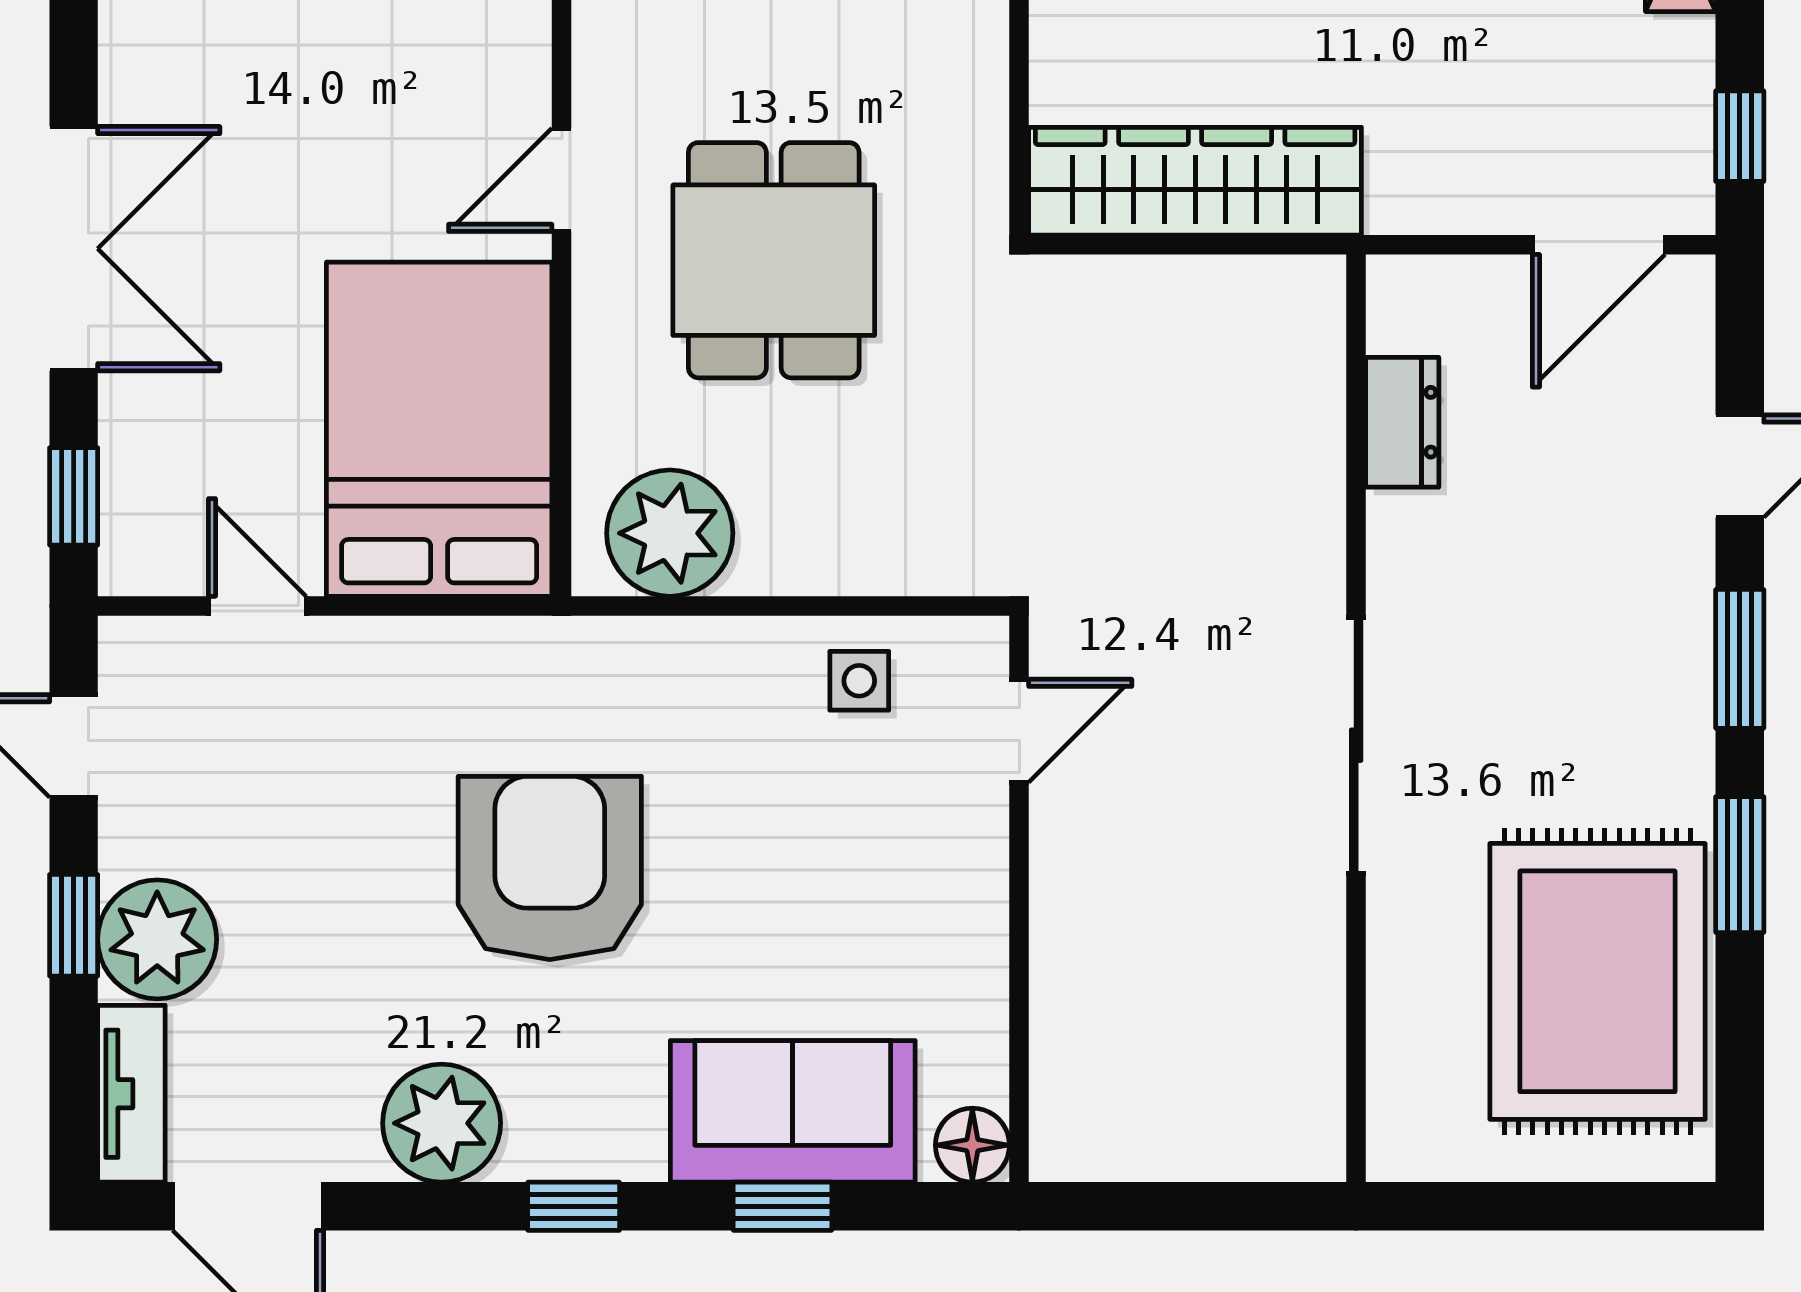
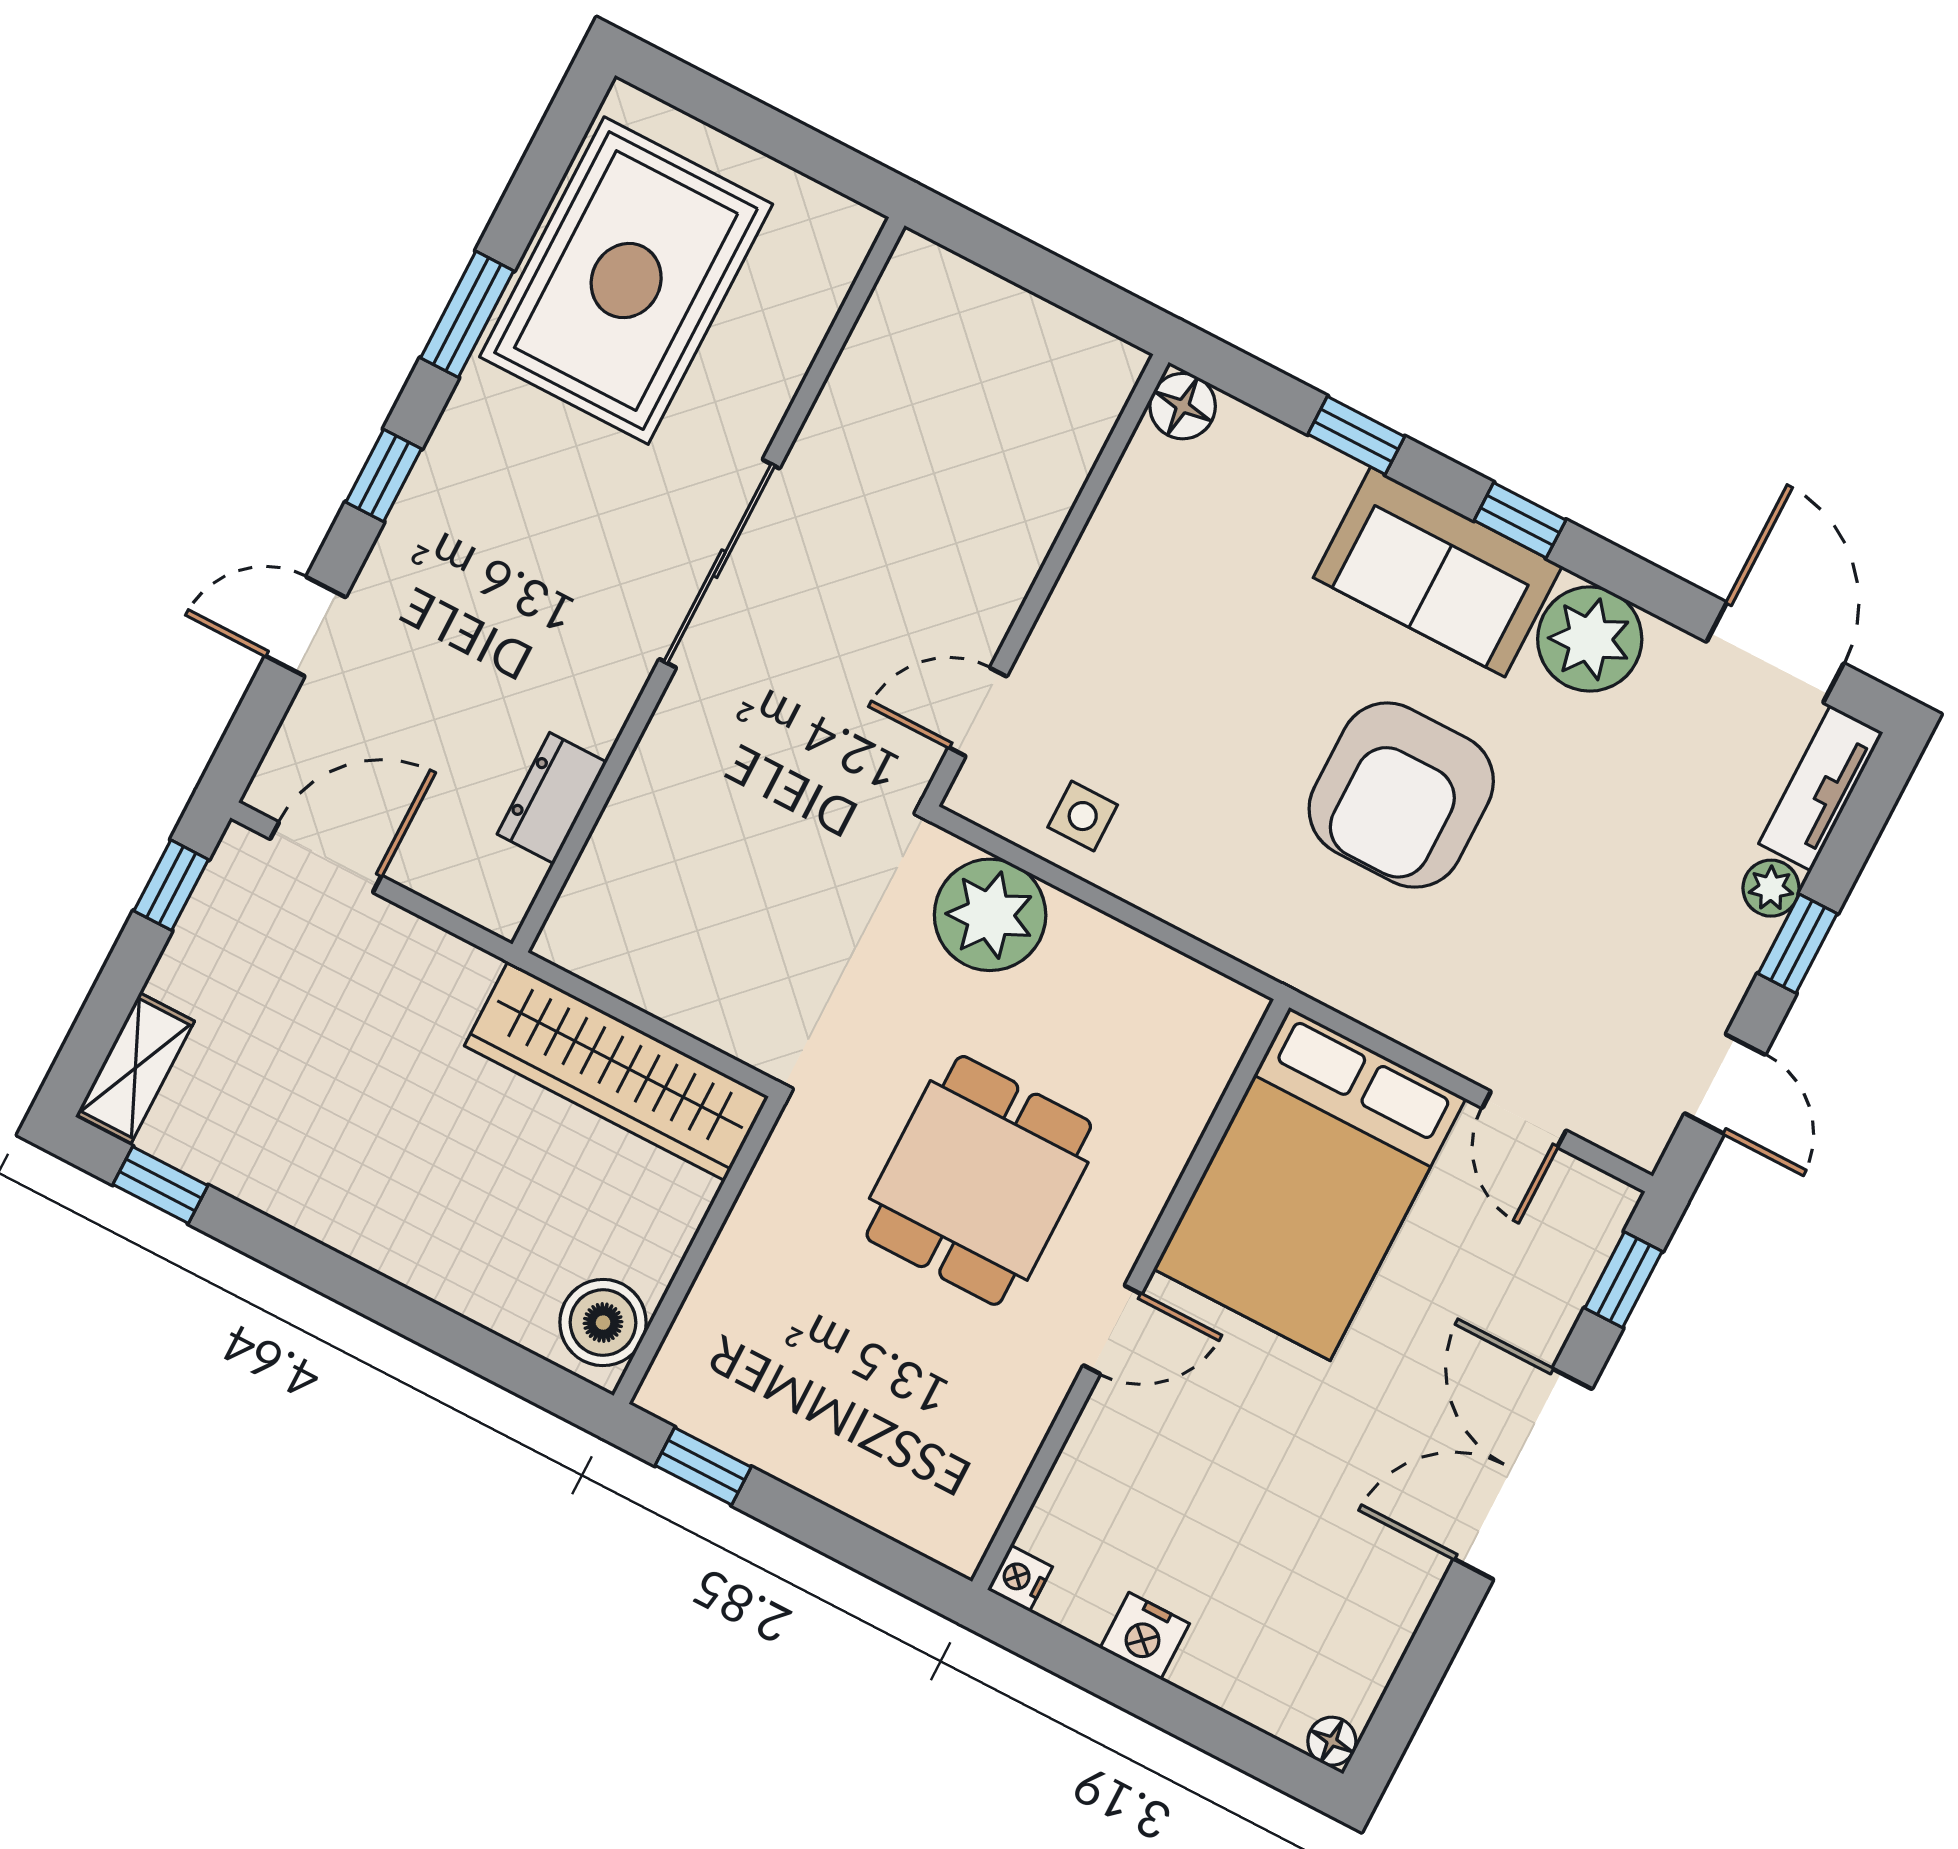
plant: (670, 533) -> (990, 915), moved
window: (1740, 659) -> (384, 475), width x0.67
plant: (157, 939) -> (1771, 888), width x0.53, depth x0.53
sofa: (793, 1111) -> (1438, 572), moved

